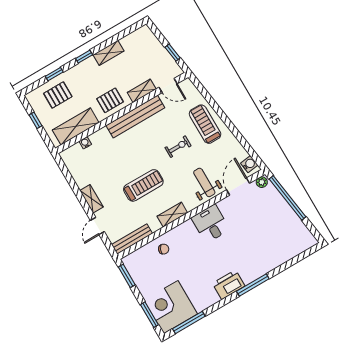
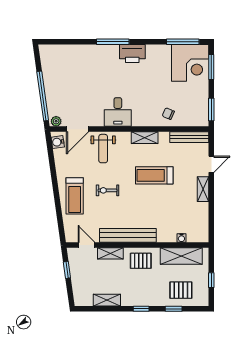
shelving: (108, 53) -> (107, 300), moved

